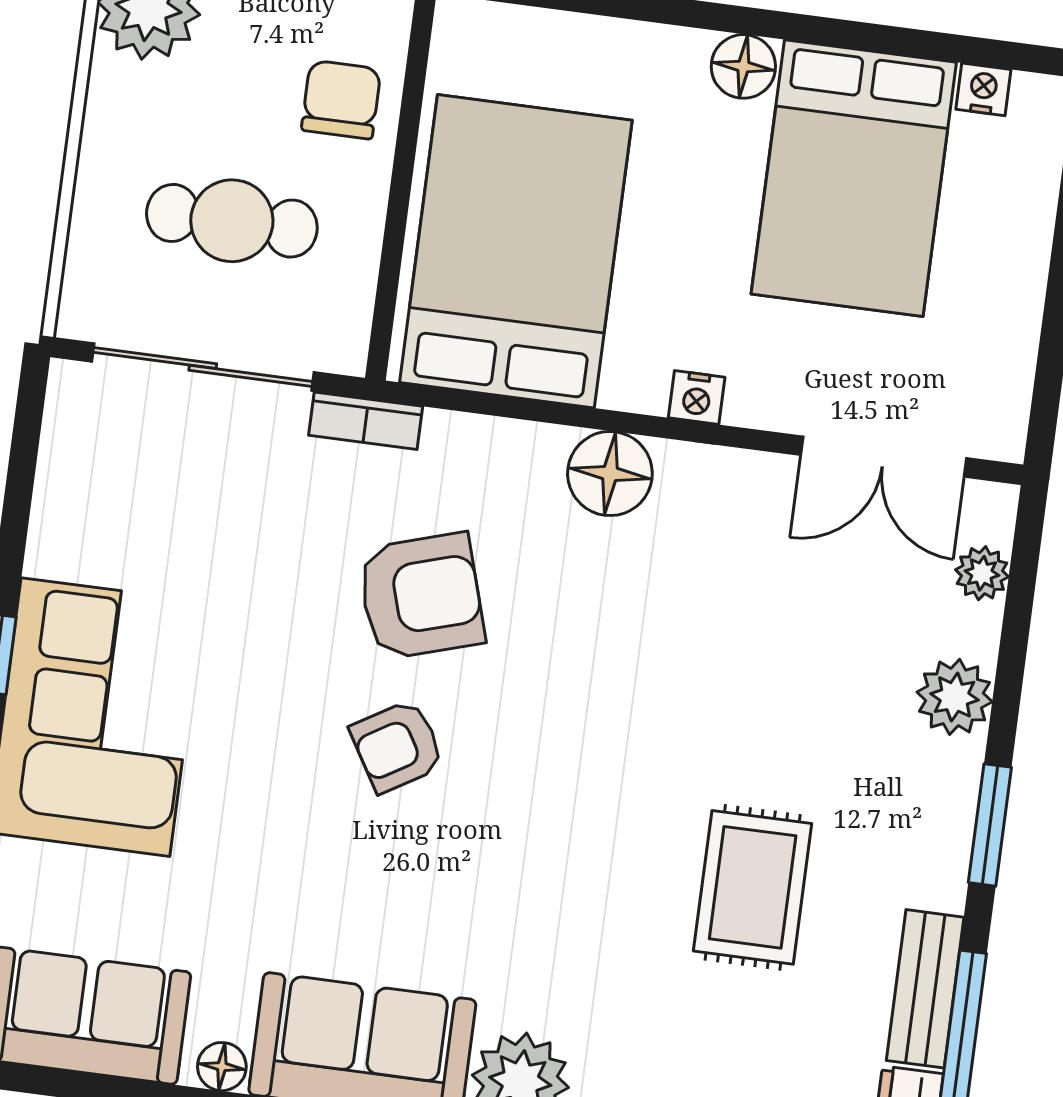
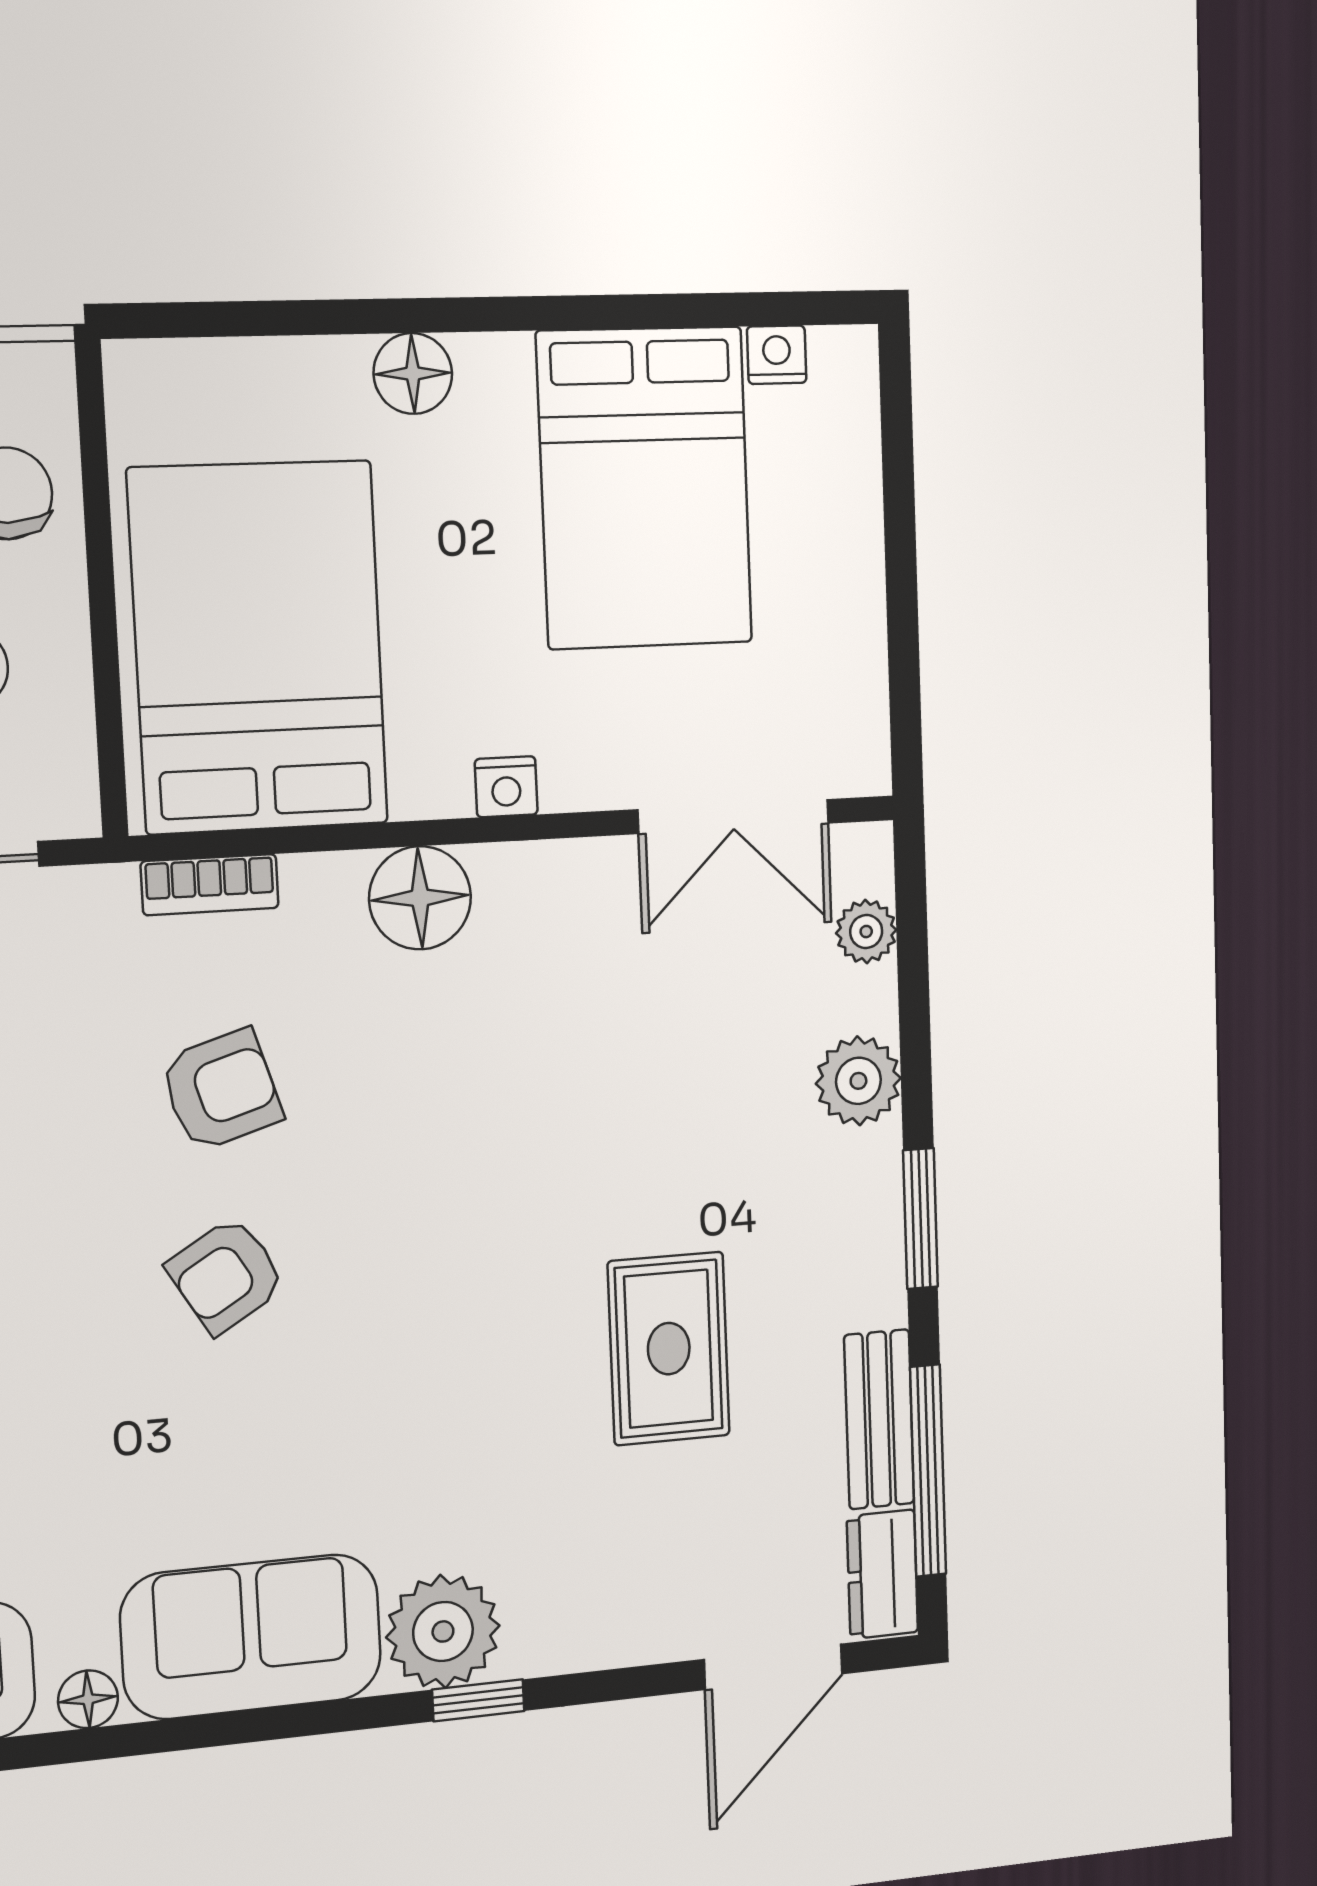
floor lamp: (743, 66) -> (413, 374), moved
bookcase: (366, 421) -> (210, 885), moved
armchair: (421, 596) -> (221, 1090), width x0.72, depth x0.72

